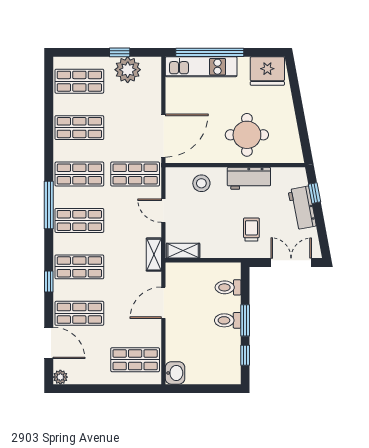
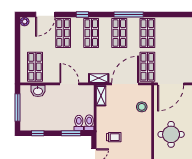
shop shelf: (79, 128) -> (175, 33), removed
door: (163, 136) -> (171, 84), hinge flipped
workbench: (249, 178) -> (145, 136), removed
door: (163, 211) -> (125, 84), width x1.87
toilet: (228, 320) -> (89, 123), moved
window: (245, 320) -> (71, 133), moved
washbasin: (175, 373) -> (38, 91), moved
window: (202, 389) -> (18, 107), added

